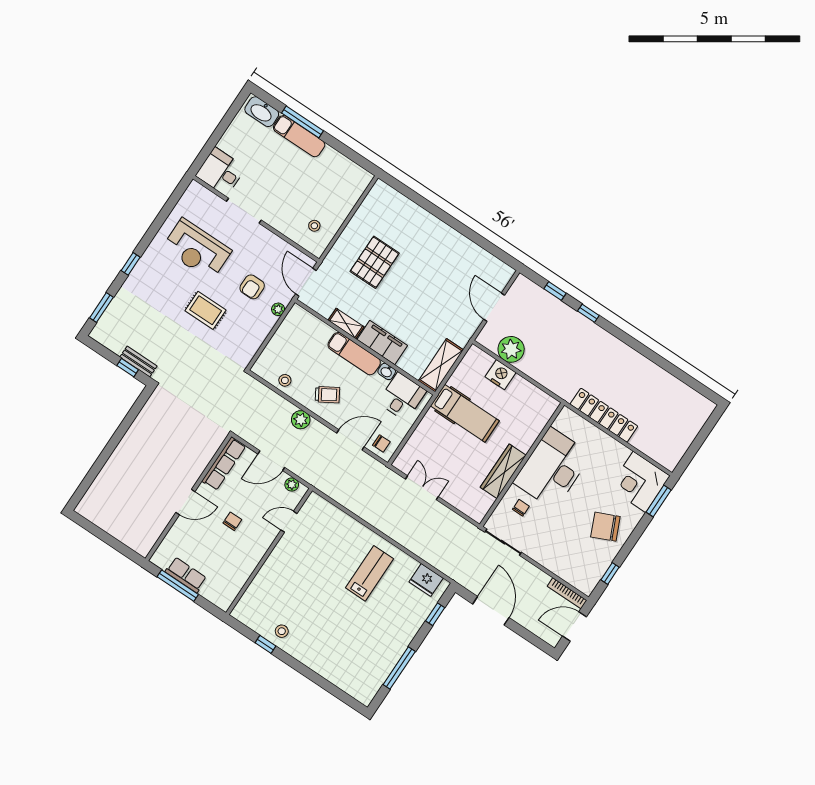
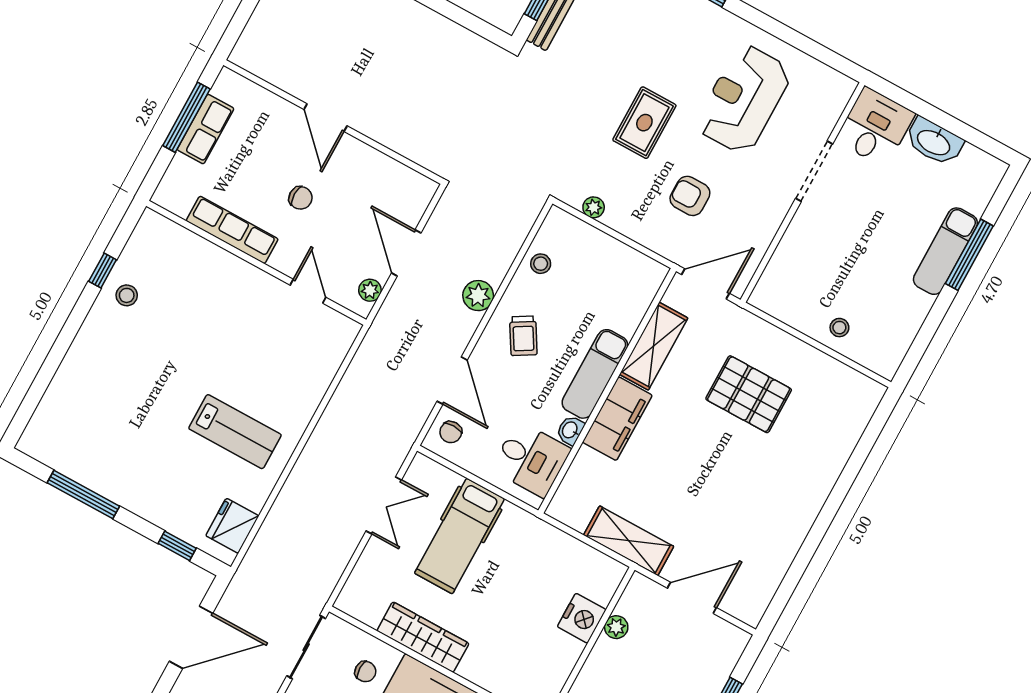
washbasin: (262, 112) -> (934, 142), moved, turned -90
stool: (314, 226) -> (839, 328), moved
plant: (278, 309) -> (594, 207), moved
shelving: (346, 323) -> (654, 346), width x1.50, depth x1.33
plant: (511, 349) -> (616, 627), width x0.53, depth x0.53
shelving: (441, 365) -> (629, 541), moved
hospital bed: (465, 413) -> (460, 536), moved
row of seats: (224, 464) -> (232, 230), moved, turned 180

